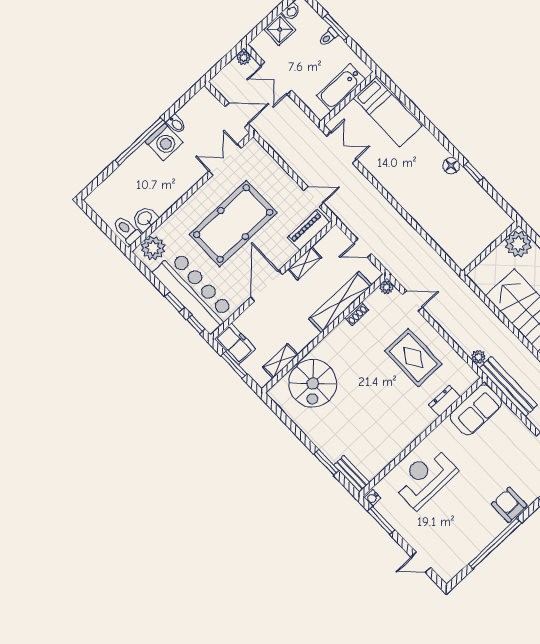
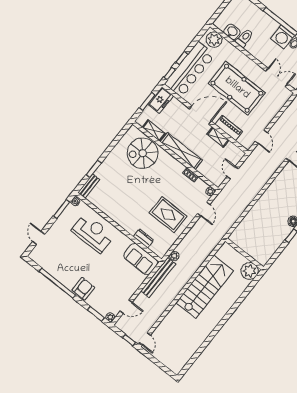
toilet: (127, 230) -> (244, 38), moved
piano: (308, 230) -> (229, 128), moved
shelving: (340, 302) -> (181, 151), moved
rug: (413, 358) -> (168, 215), turned 90

